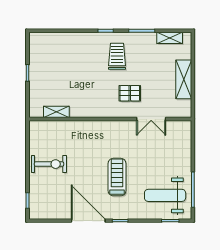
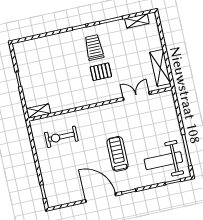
shelving: (184, 79) -> (160, 68), moved
pallet: (130, 93) -> (101, 72), moved
shelving: (56, 112) -> (38, 111), moved
double door: (151, 119) -> (136, 96), swing flipped
exercise bike: (49, 164) -> (61, 137), moved, turned 180

